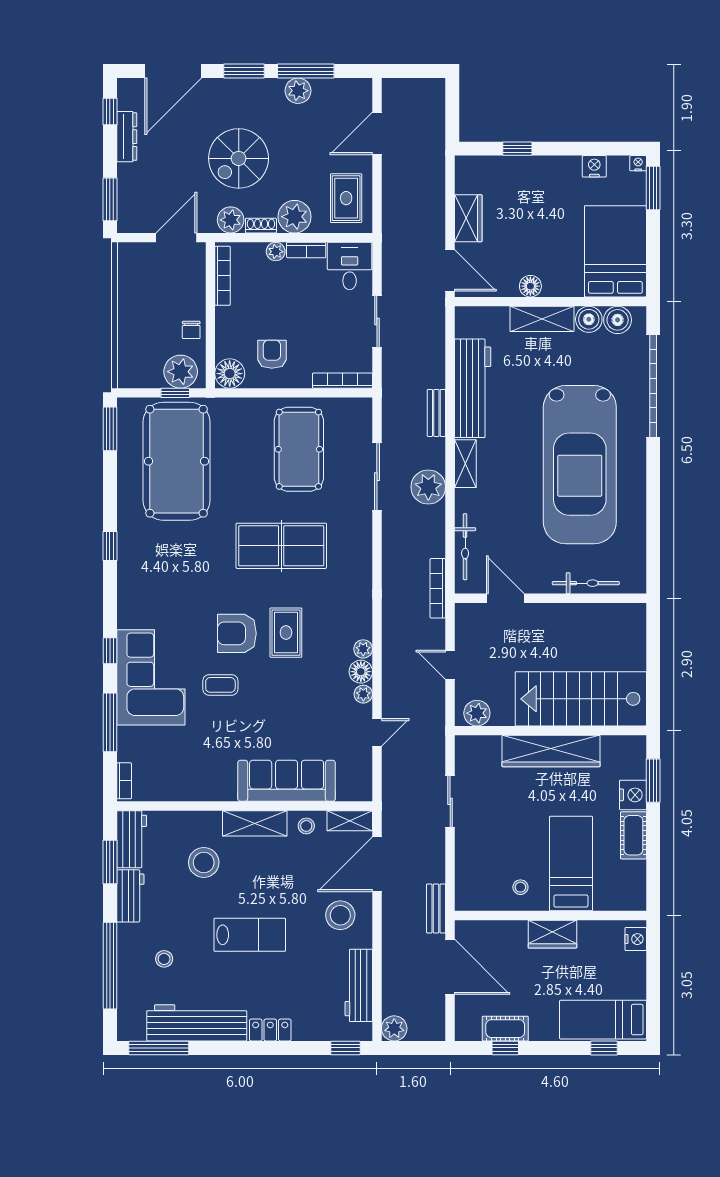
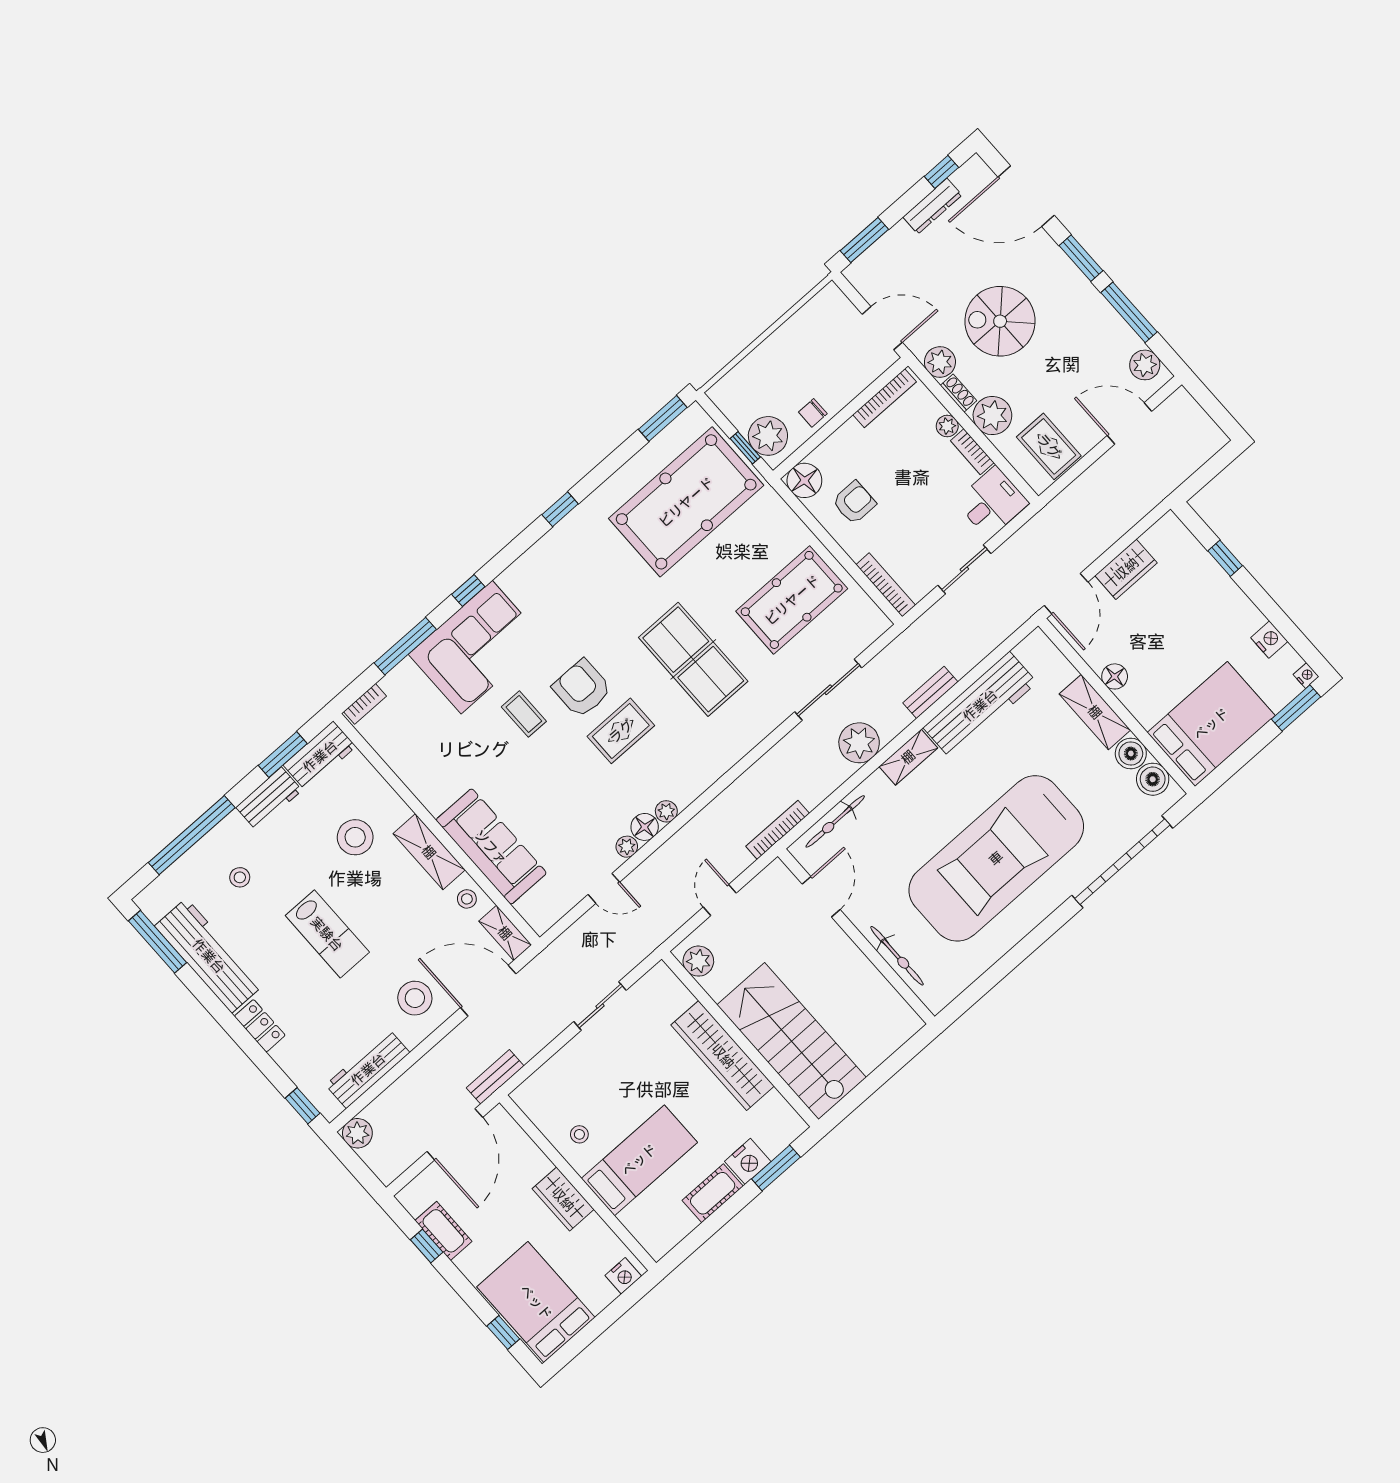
plant: (298, 91) -> (1145, 365), moved
rug: (346, 198) -> (1049, 446), turned 90
bed: (603, 1020) -> (536, 1302), width x1.50

